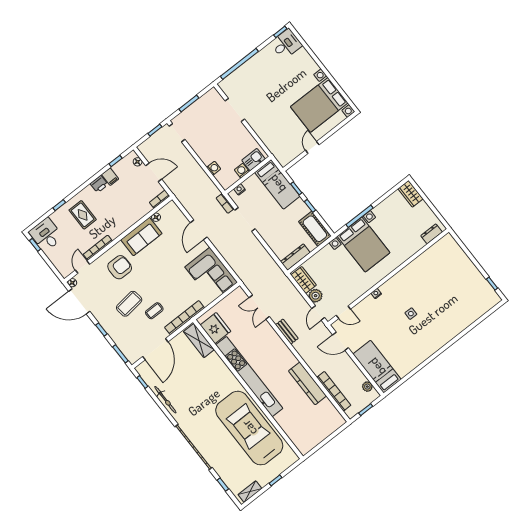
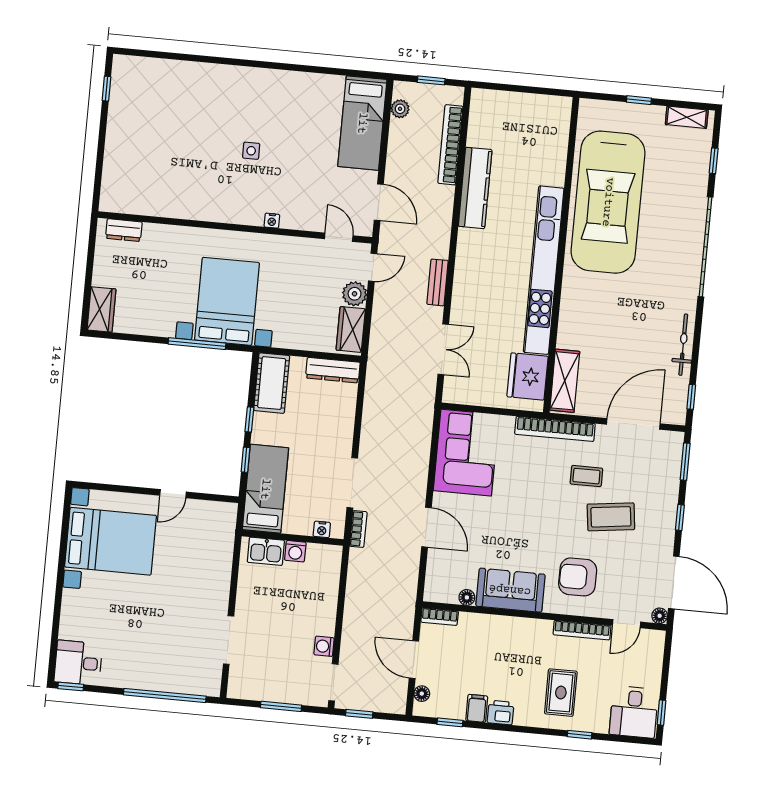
washing machine: (214, 168) -> (324, 646), moved
door: (199, 230) -> (426, 527), hinge flipped

